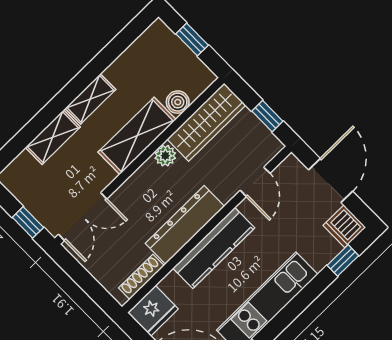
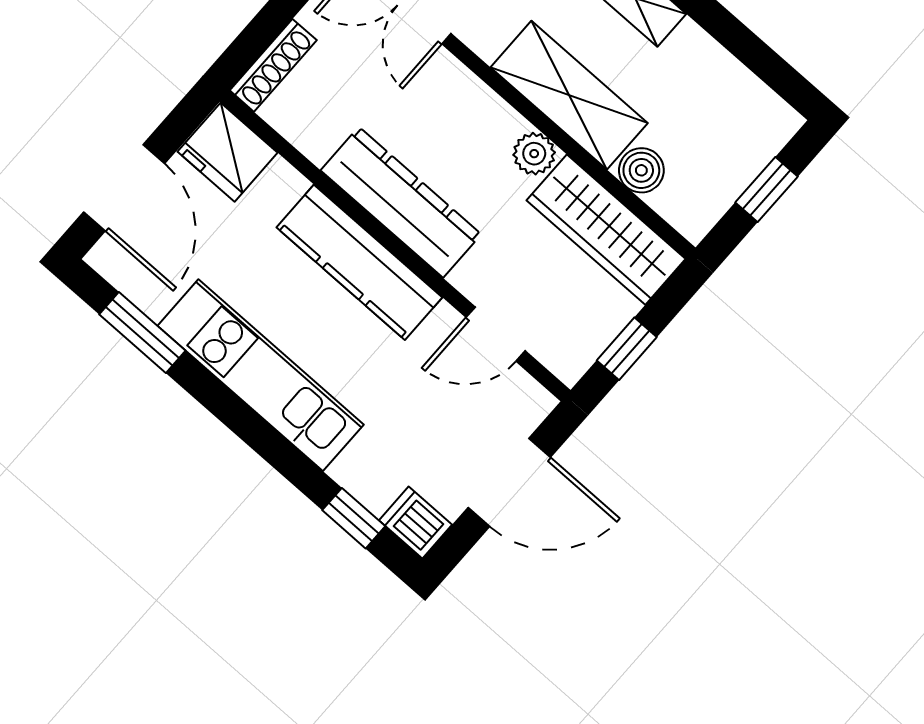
dishwasher: (344, 226) -> (415, 522), width x0.73
shoe rack: (141, 277) -> (273, 65), moved, turned 90

